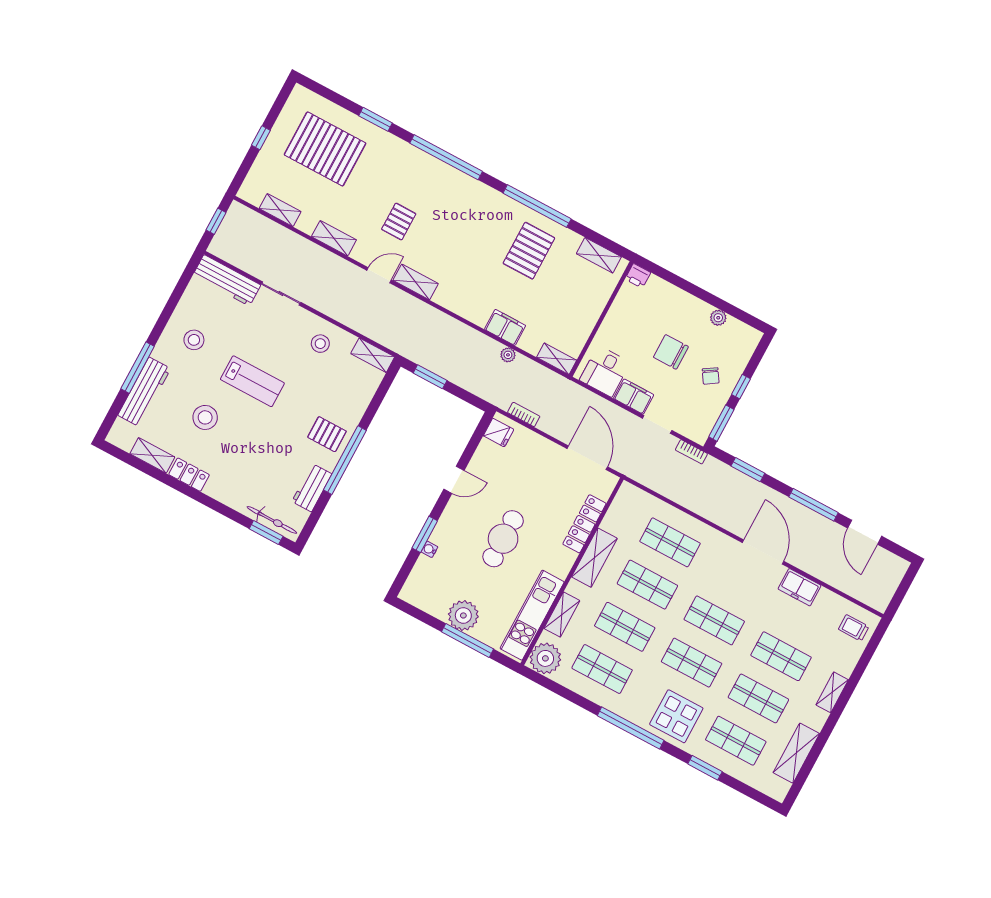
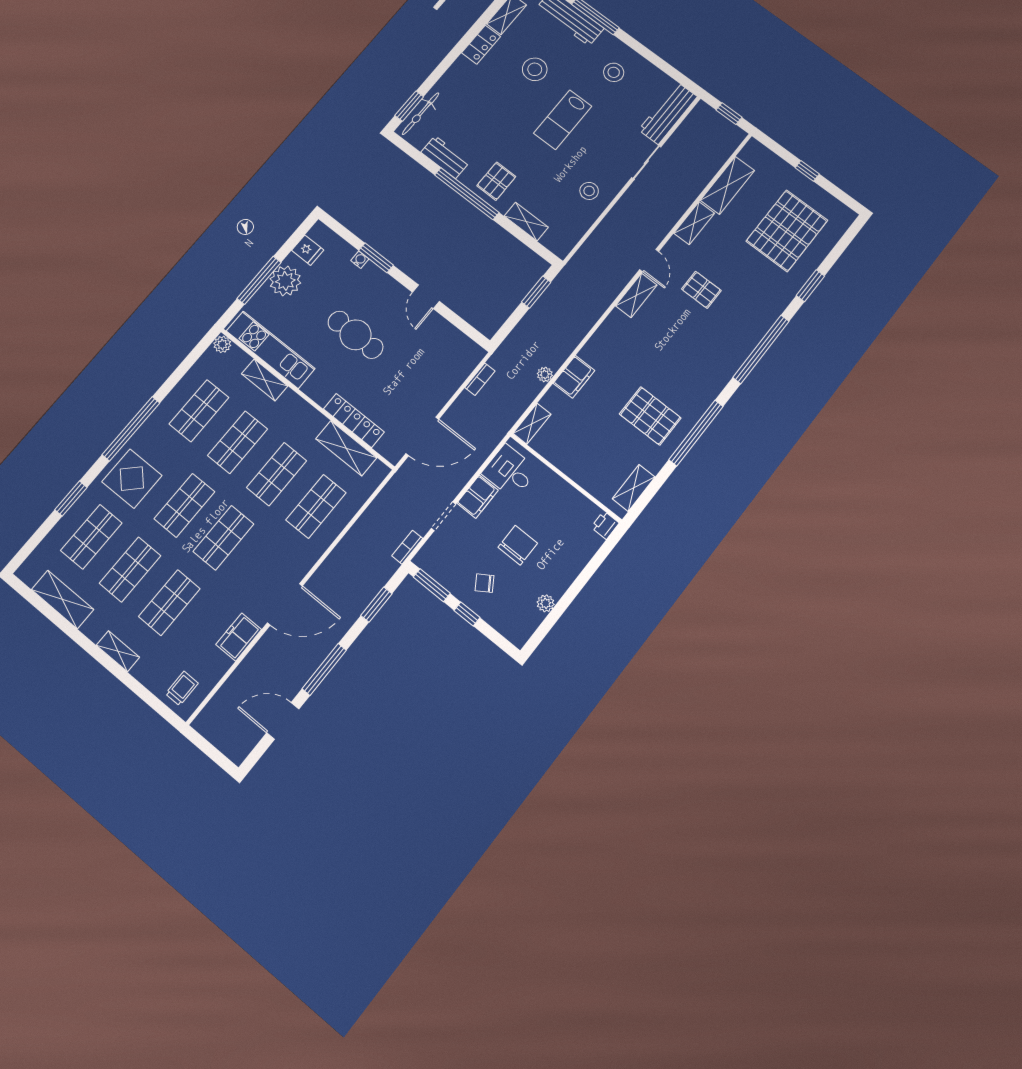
shelving: (280, 210) -> (727, 185), width x1.50, depth x1.33
shelving: (373, 355) -> (526, 222), moved, turned 90
fridge: (499, 433) -> (308, 250), moved, turned -90
shelving: (594, 558) -> (346, 448), moved
plant: (545, 658) -> (222, 344), width x0.53, depth x0.53

